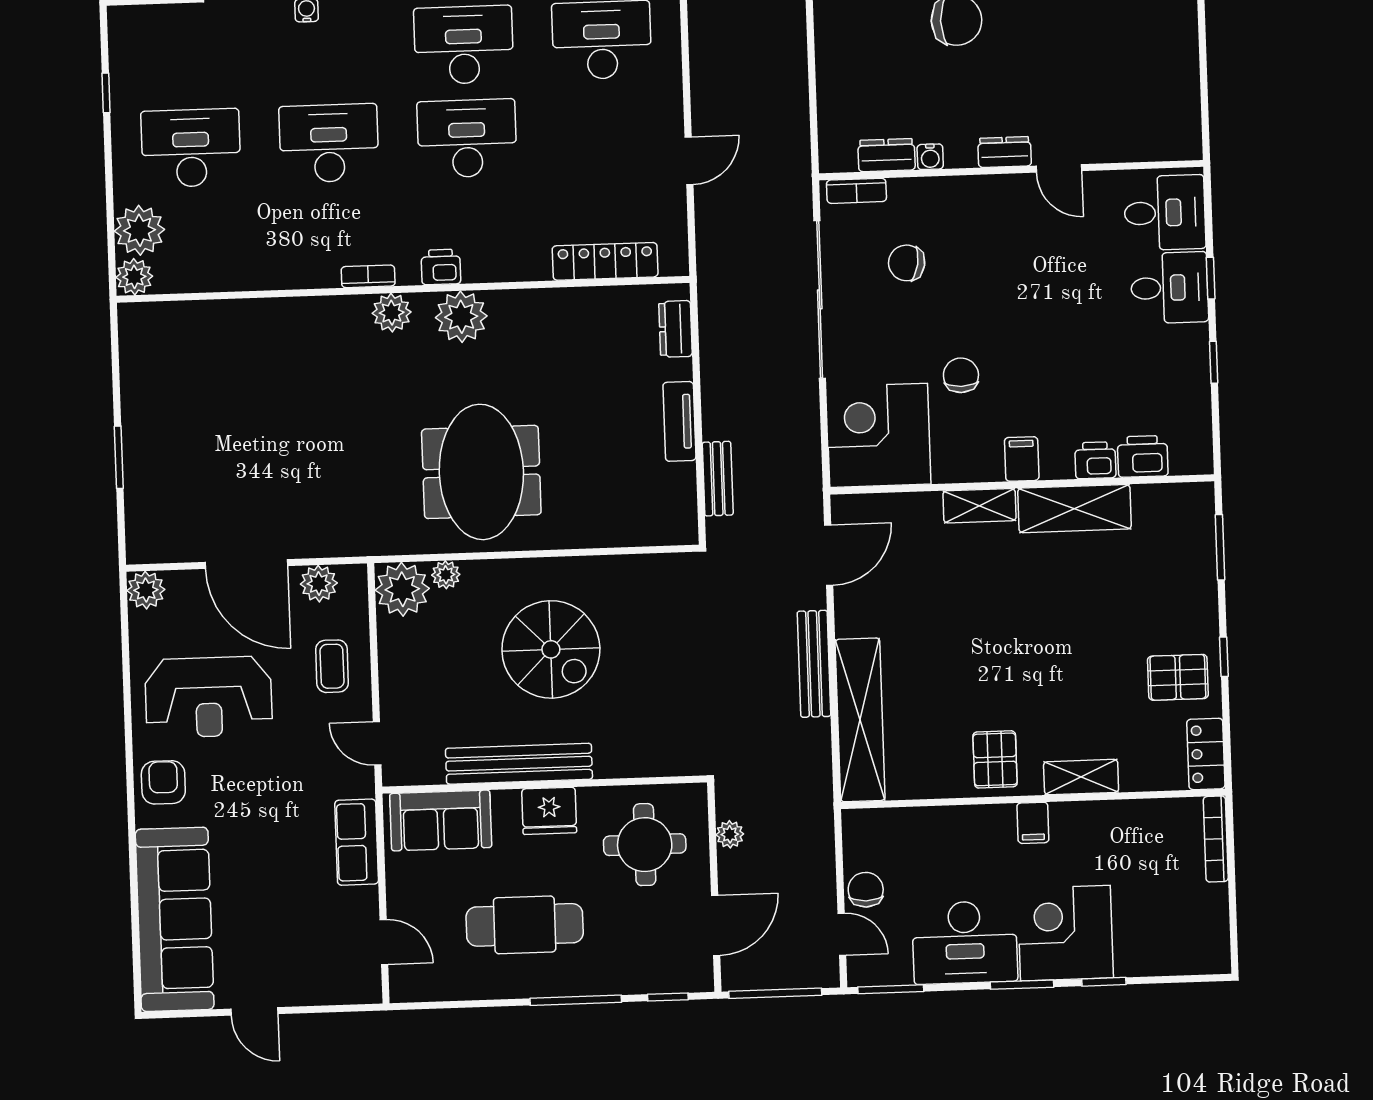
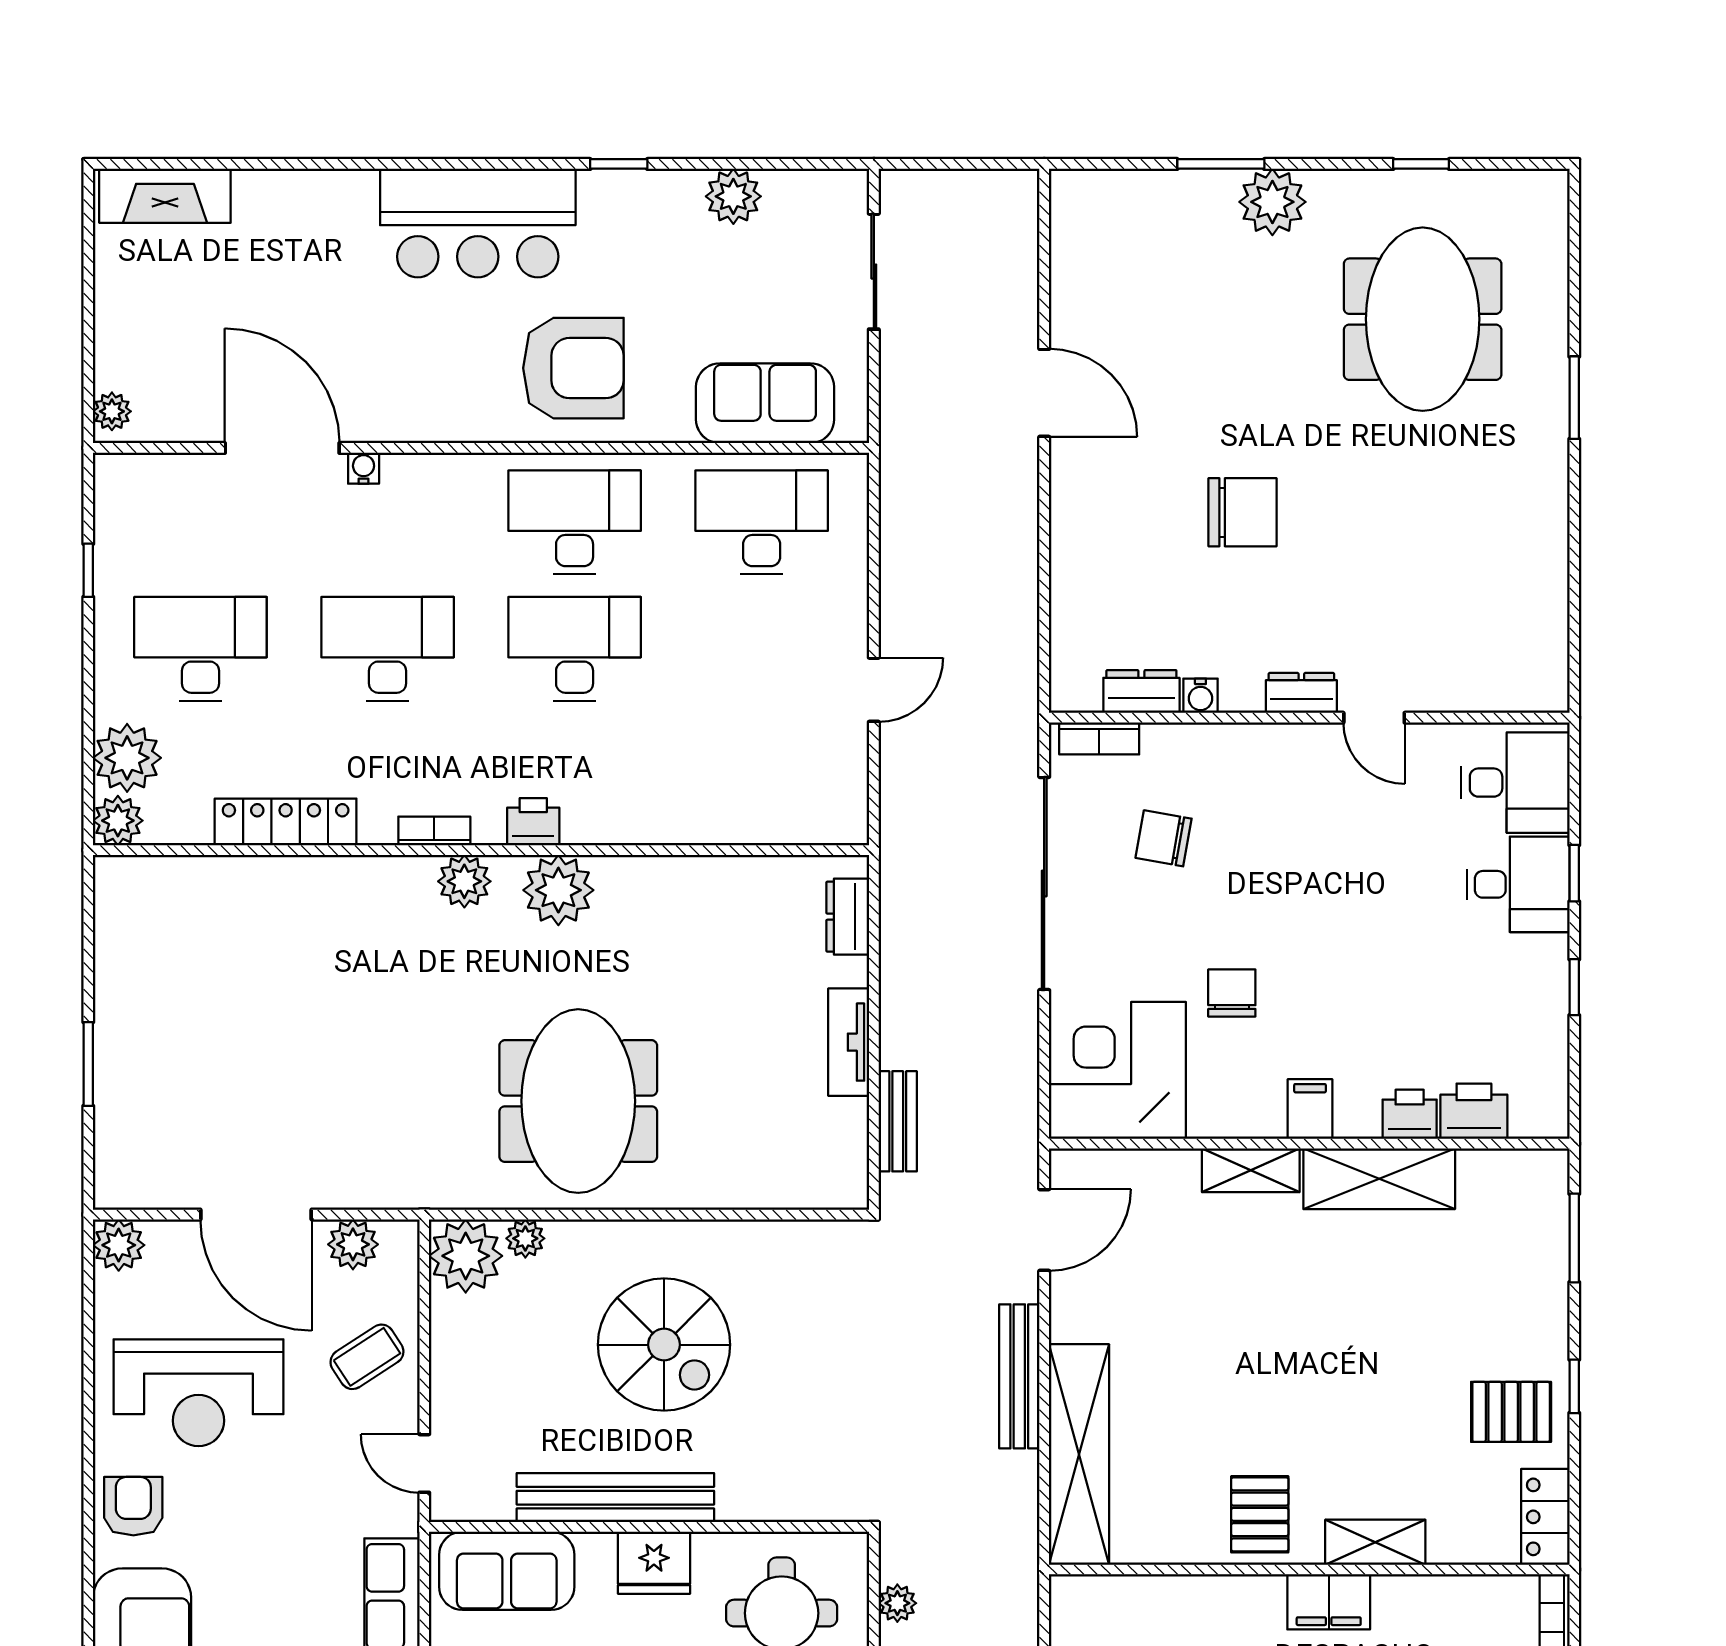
locker: (605, 261) -> (286, 822), moved
coffee table: (332, 666) -> (367, 1357), turned 57
filing cabinet: (1033, 823) -> (1329, 1602), width x2.00

